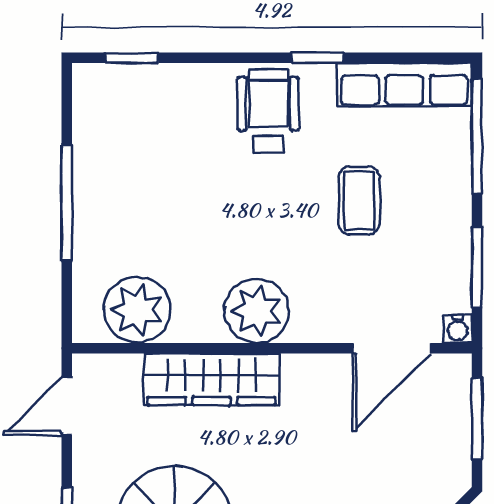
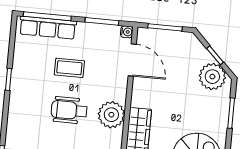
row of seats: (404, 85) -> (48, 28), moved, turned 90
wheelchair: (268, 111) -> (69, 110), moved

